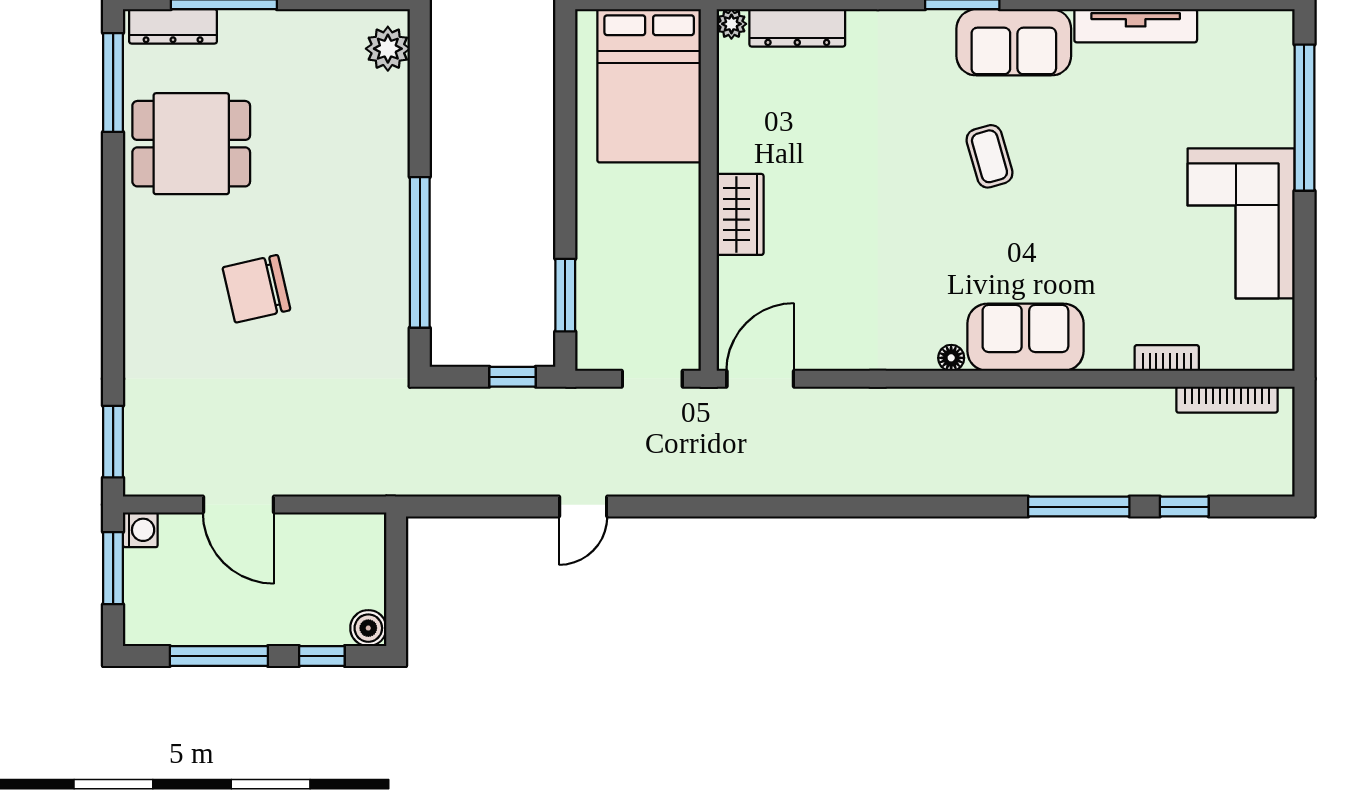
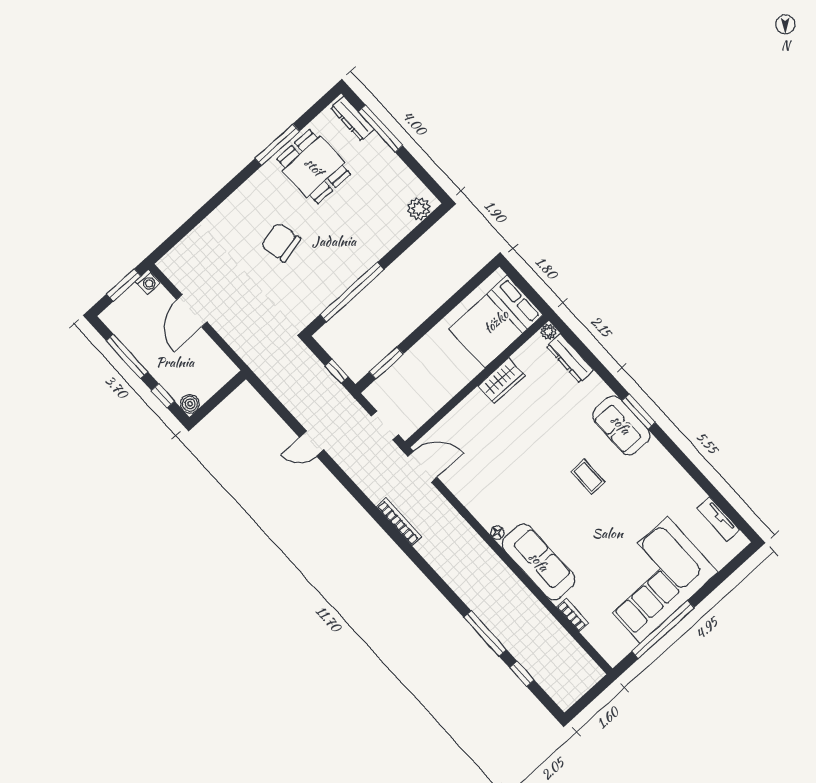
tv unit: (1136, 26) -> (718, 519), moved, width x0.71
sofa: (1014, 42) -> (621, 425), moved
window: (113, 83) -> (277, 145), moved
window: (1304, 118) -> (663, 630), moved
coffee table: (989, 156) -> (588, 477), turned -74
wardrobe: (740, 214) -> (501, 381), moved
corner sofa: (1241, 223) -> (654, 580), width x1.36, depth x1.36
sofa: (1025, 337) -> (539, 562), width x1.36
bookcase: (1227, 400) -> (399, 522), moved, turned 180
window: (113, 442) -> (172, 241), removed

